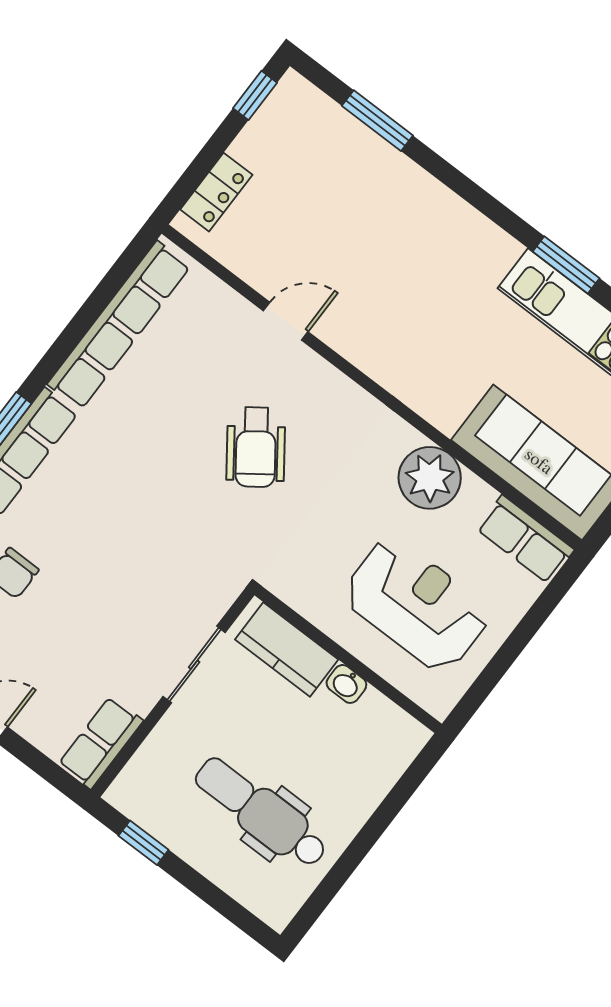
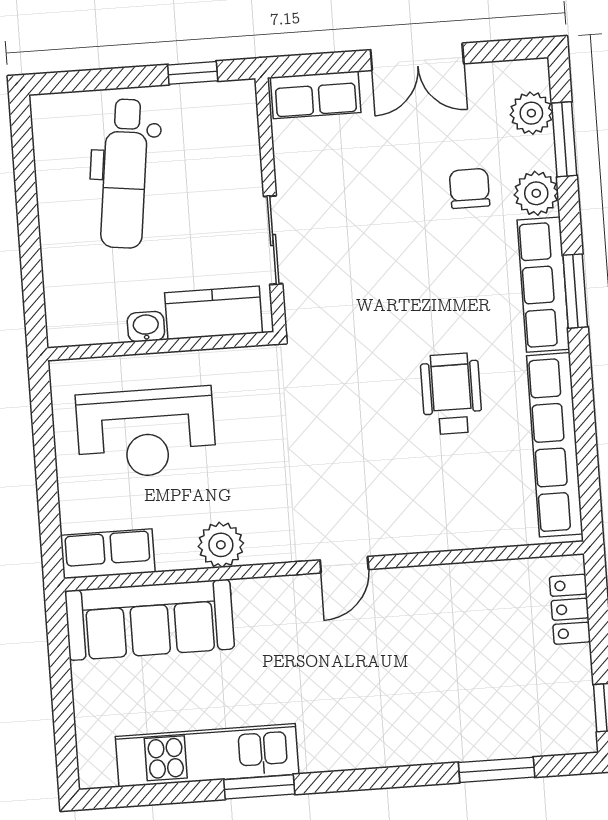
door: (286, 321) -> (344, 565), moved
wheelchair: (256, 447) -> (451, 394), moved, turned 36
plant: (430, 478) -> (221, 545), width x0.73, depth x0.73
row of seats: (101, 743) -> (316, 95), moved, turned 90
dental chair: (261, 813) -> (125, 173), turned 97

